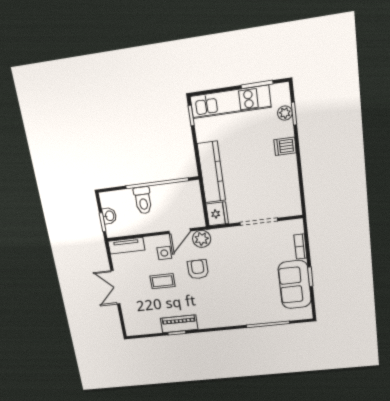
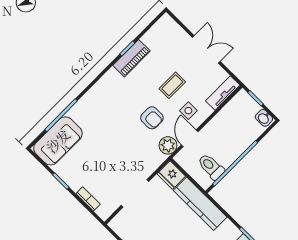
toilet: (143, 200) -> (211, 167), moved
washbasin: (109, 216) -> (264, 118), moved
sofa: (295, 285) -> (58, 141), moved, turned 90

